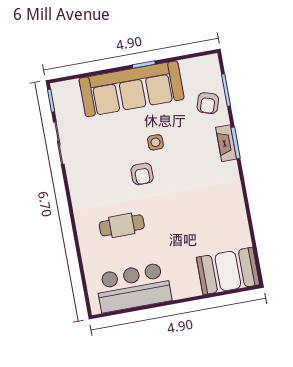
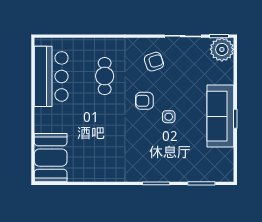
sofa: (132, 89) -> (220, 116), width x0.74, depth x0.79
plant: (66, 95) -> (222, 49), added
armchair: (208, 103) -> (154, 62), moved, turned 144
fireplace: (226, 143) -> (157, 175), removed

